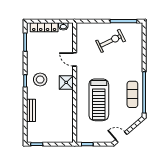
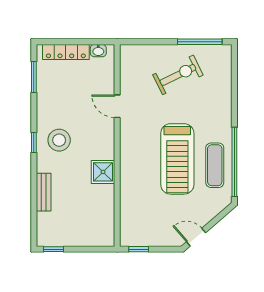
shower: (66, 82) -> (103, 172), moved
treadmill: (99, 100) -> (177, 159), moved

